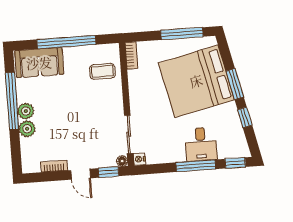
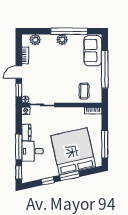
plant: (27, 129) -> (35, 40), moved
dresser: (173, 156) -> (26, 132), added

